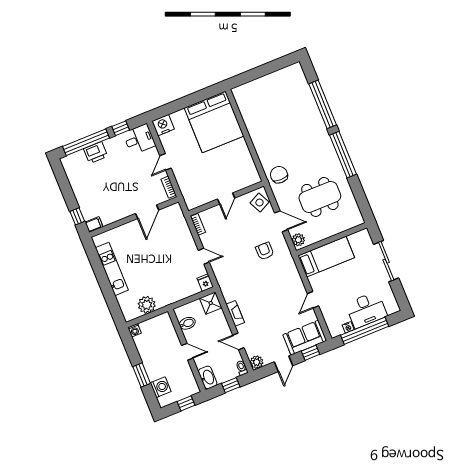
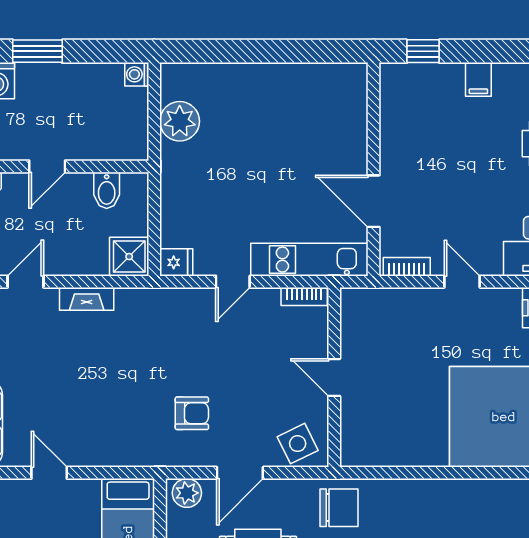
filing cabinet: (94, 224) -> (478, 79), moved
kitchen unit: (112, 269) -> (309, 260), moved, turned 180

